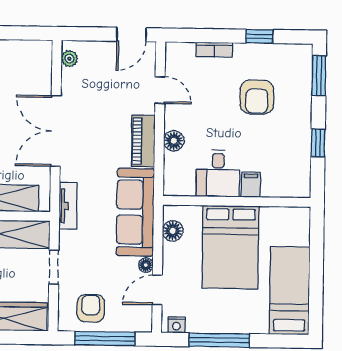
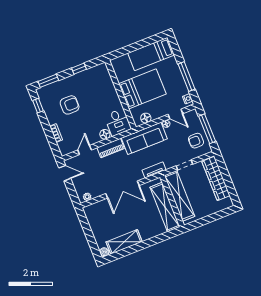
window: (259, 36) -> (38, 106), moved
desk: (218, 173) -> (118, 122), moved, turned 90
filing cabinet: (251, 185) -> (110, 91), removed

